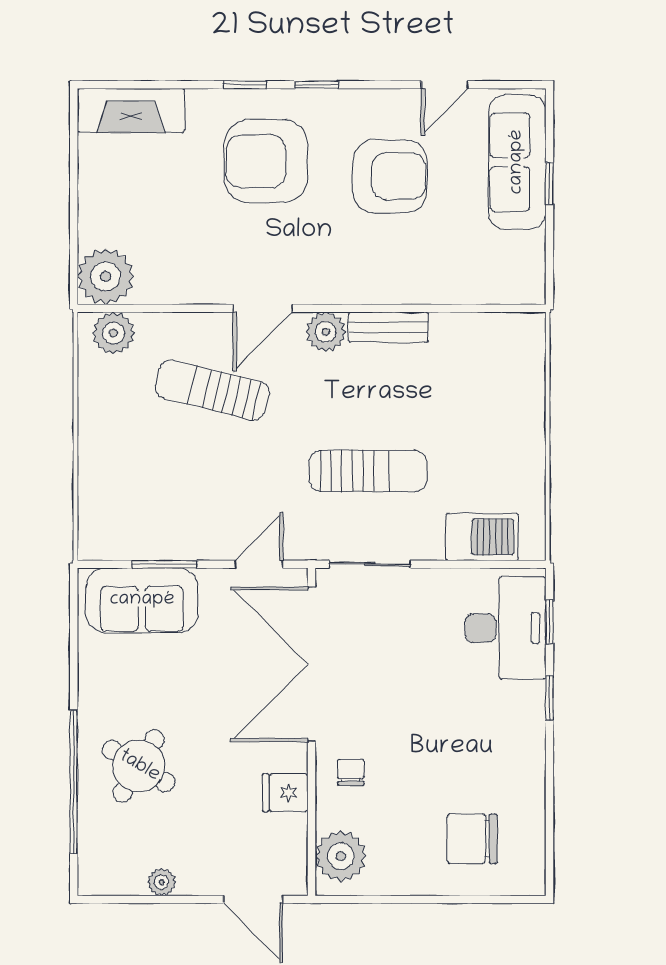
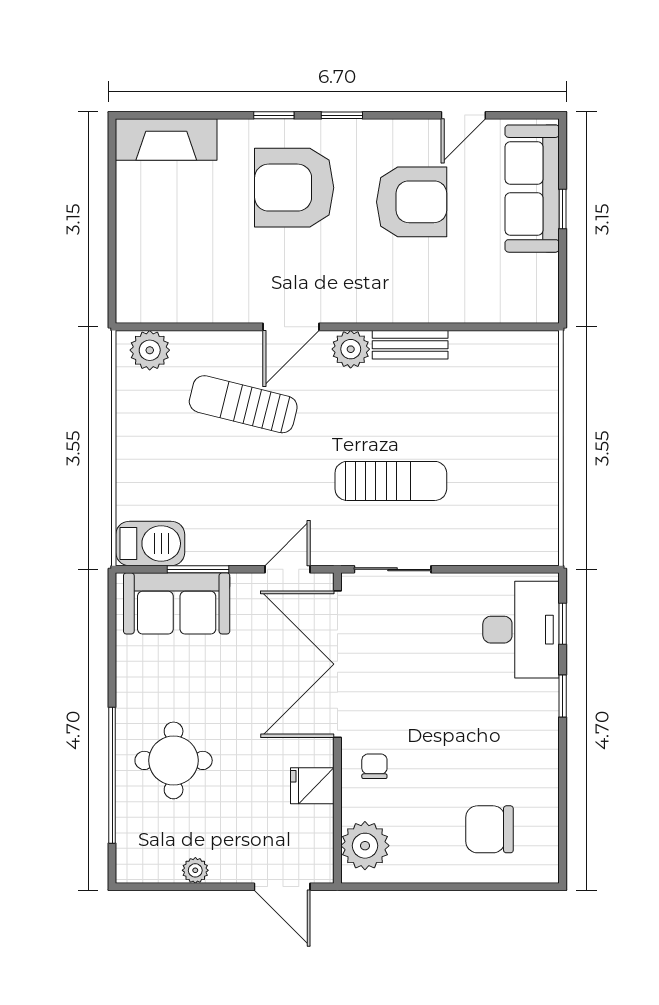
plant: (106, 276) -> (142, 297), removed
barbecue: (482, 537) -> (150, 543), moved
round table: (139, 766) -> (174, 760), turned -31

